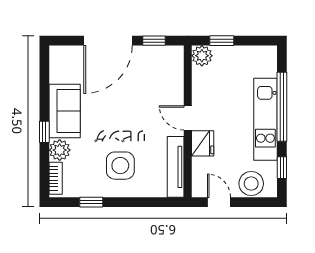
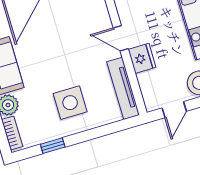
door: (219, 202) -> (174, 110), swing flipped

